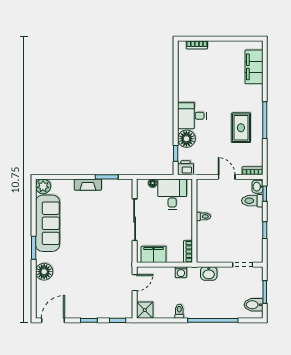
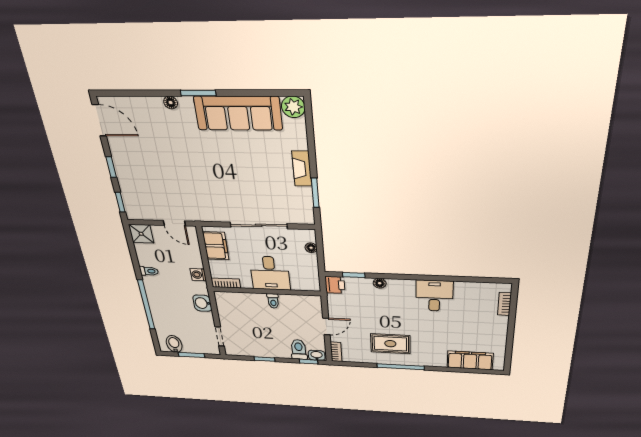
desk: (192, 116) -> (434, 296), moved
floor lamp: (186, 139) -> (380, 283), width x0.53, depth x0.53
desk: (172, 194) -> (270, 273), moved, turned 90
floor lamp: (44, 272) -> (171, 102), width x0.53, depth x0.53

